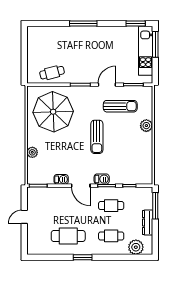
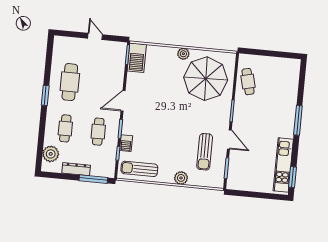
window: (155, 44) -> (268, 196), removed
kitchen unit: (146, 51) -> (283, 165), moved, turned -90
sun lounger: (97, 137) -> (139, 169), moved
plant: (32, 152) -> (183, 54), moved
barbecue: (61, 179) -> (137, 58), moved, width x1.88, depth x1.53
barbecue: (102, 179) -> (126, 143), moved

